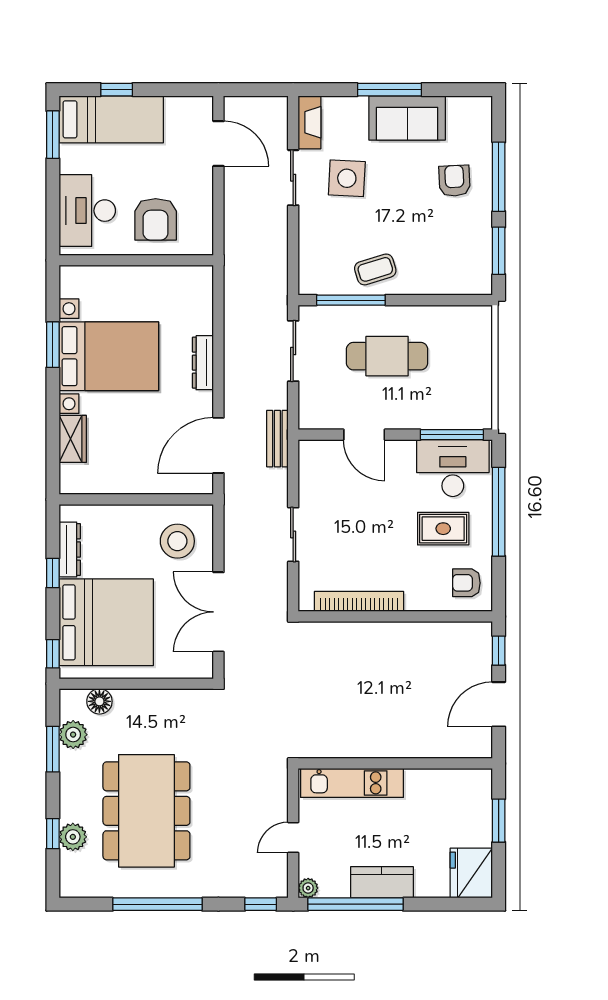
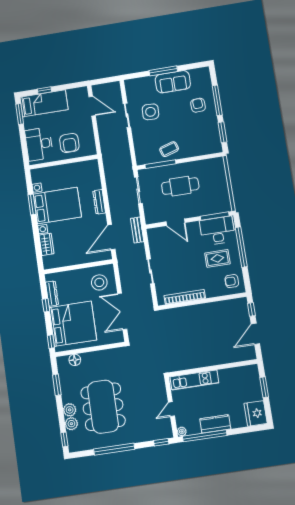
fireplace: (309, 122) -> (130, 91), removed
plant: (73, 735) -> (70, 410), moved
window: (53, 834) -> (64, 439), moved

